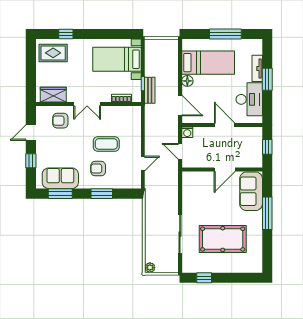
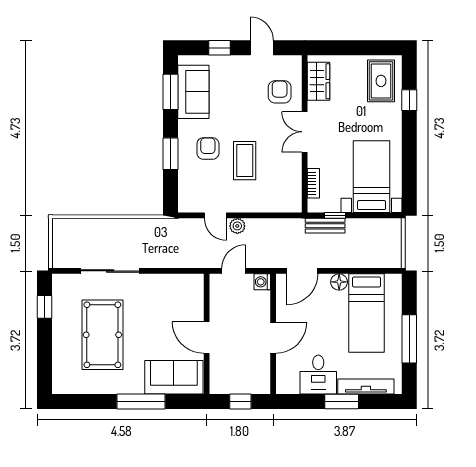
tv unit: (257, 68) -> (366, 386), width x1.41
desk: (249, 99) -> (318, 375), width x0.73
plant: (150, 268) -> (237, 226), moved

